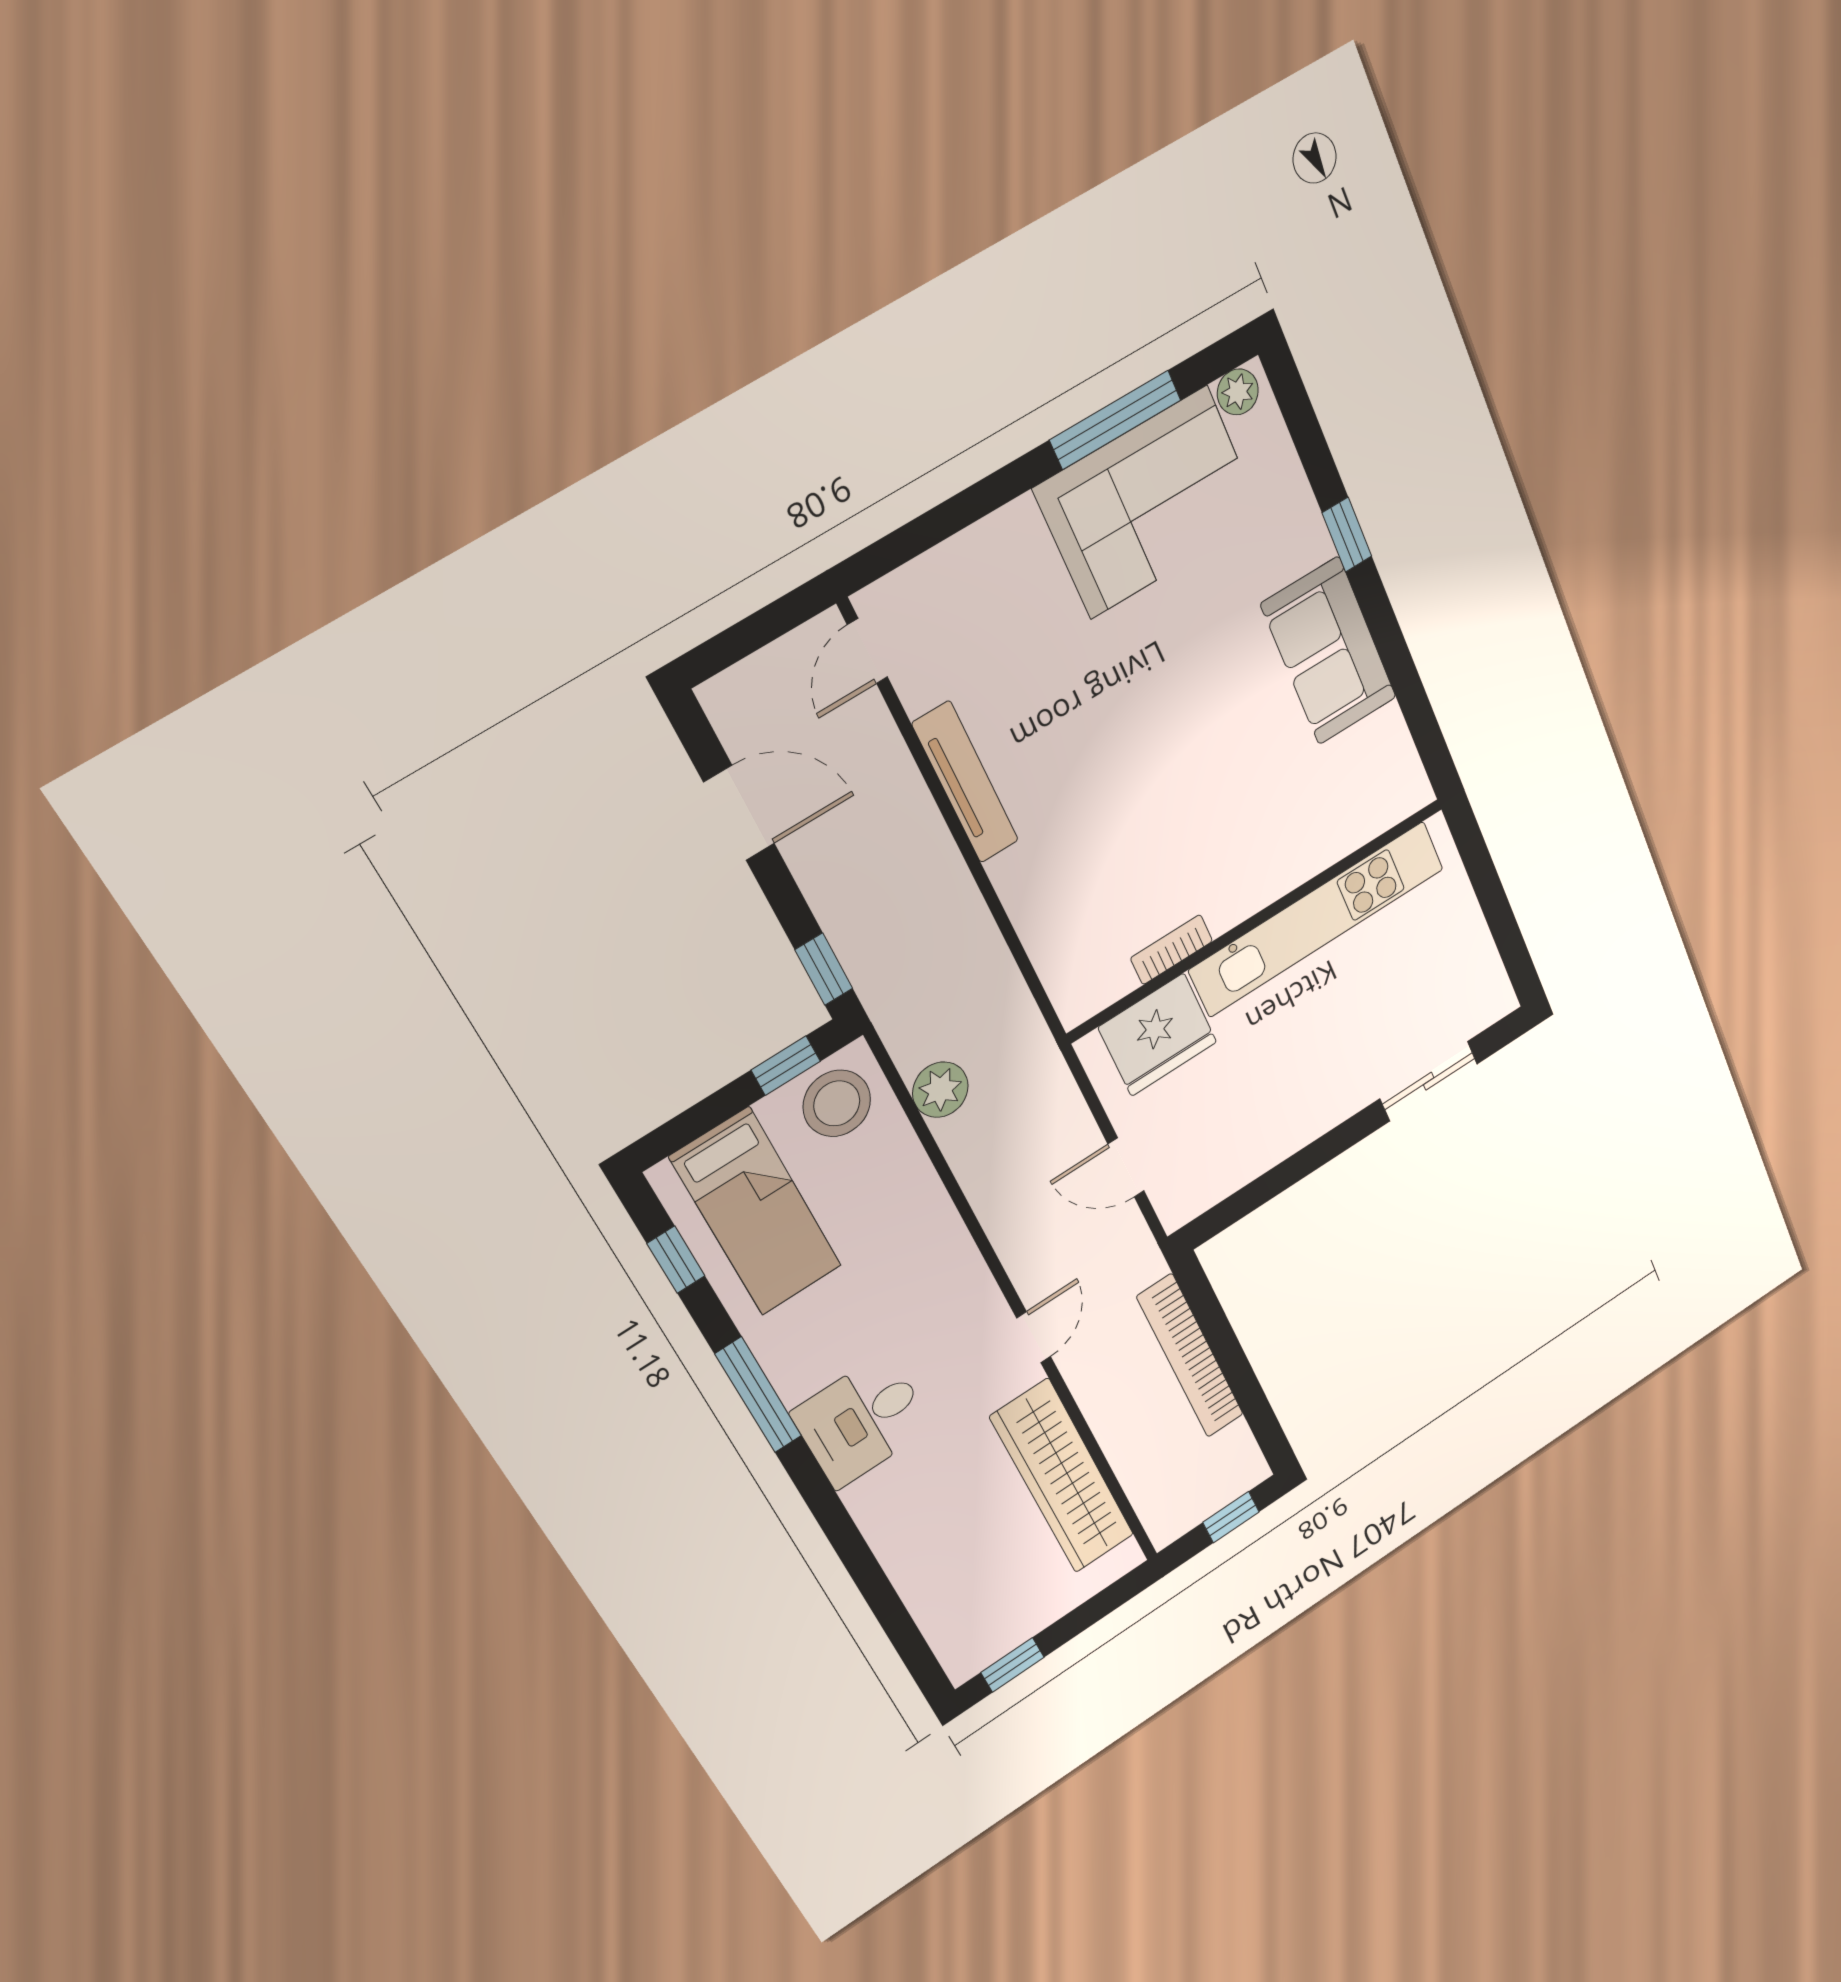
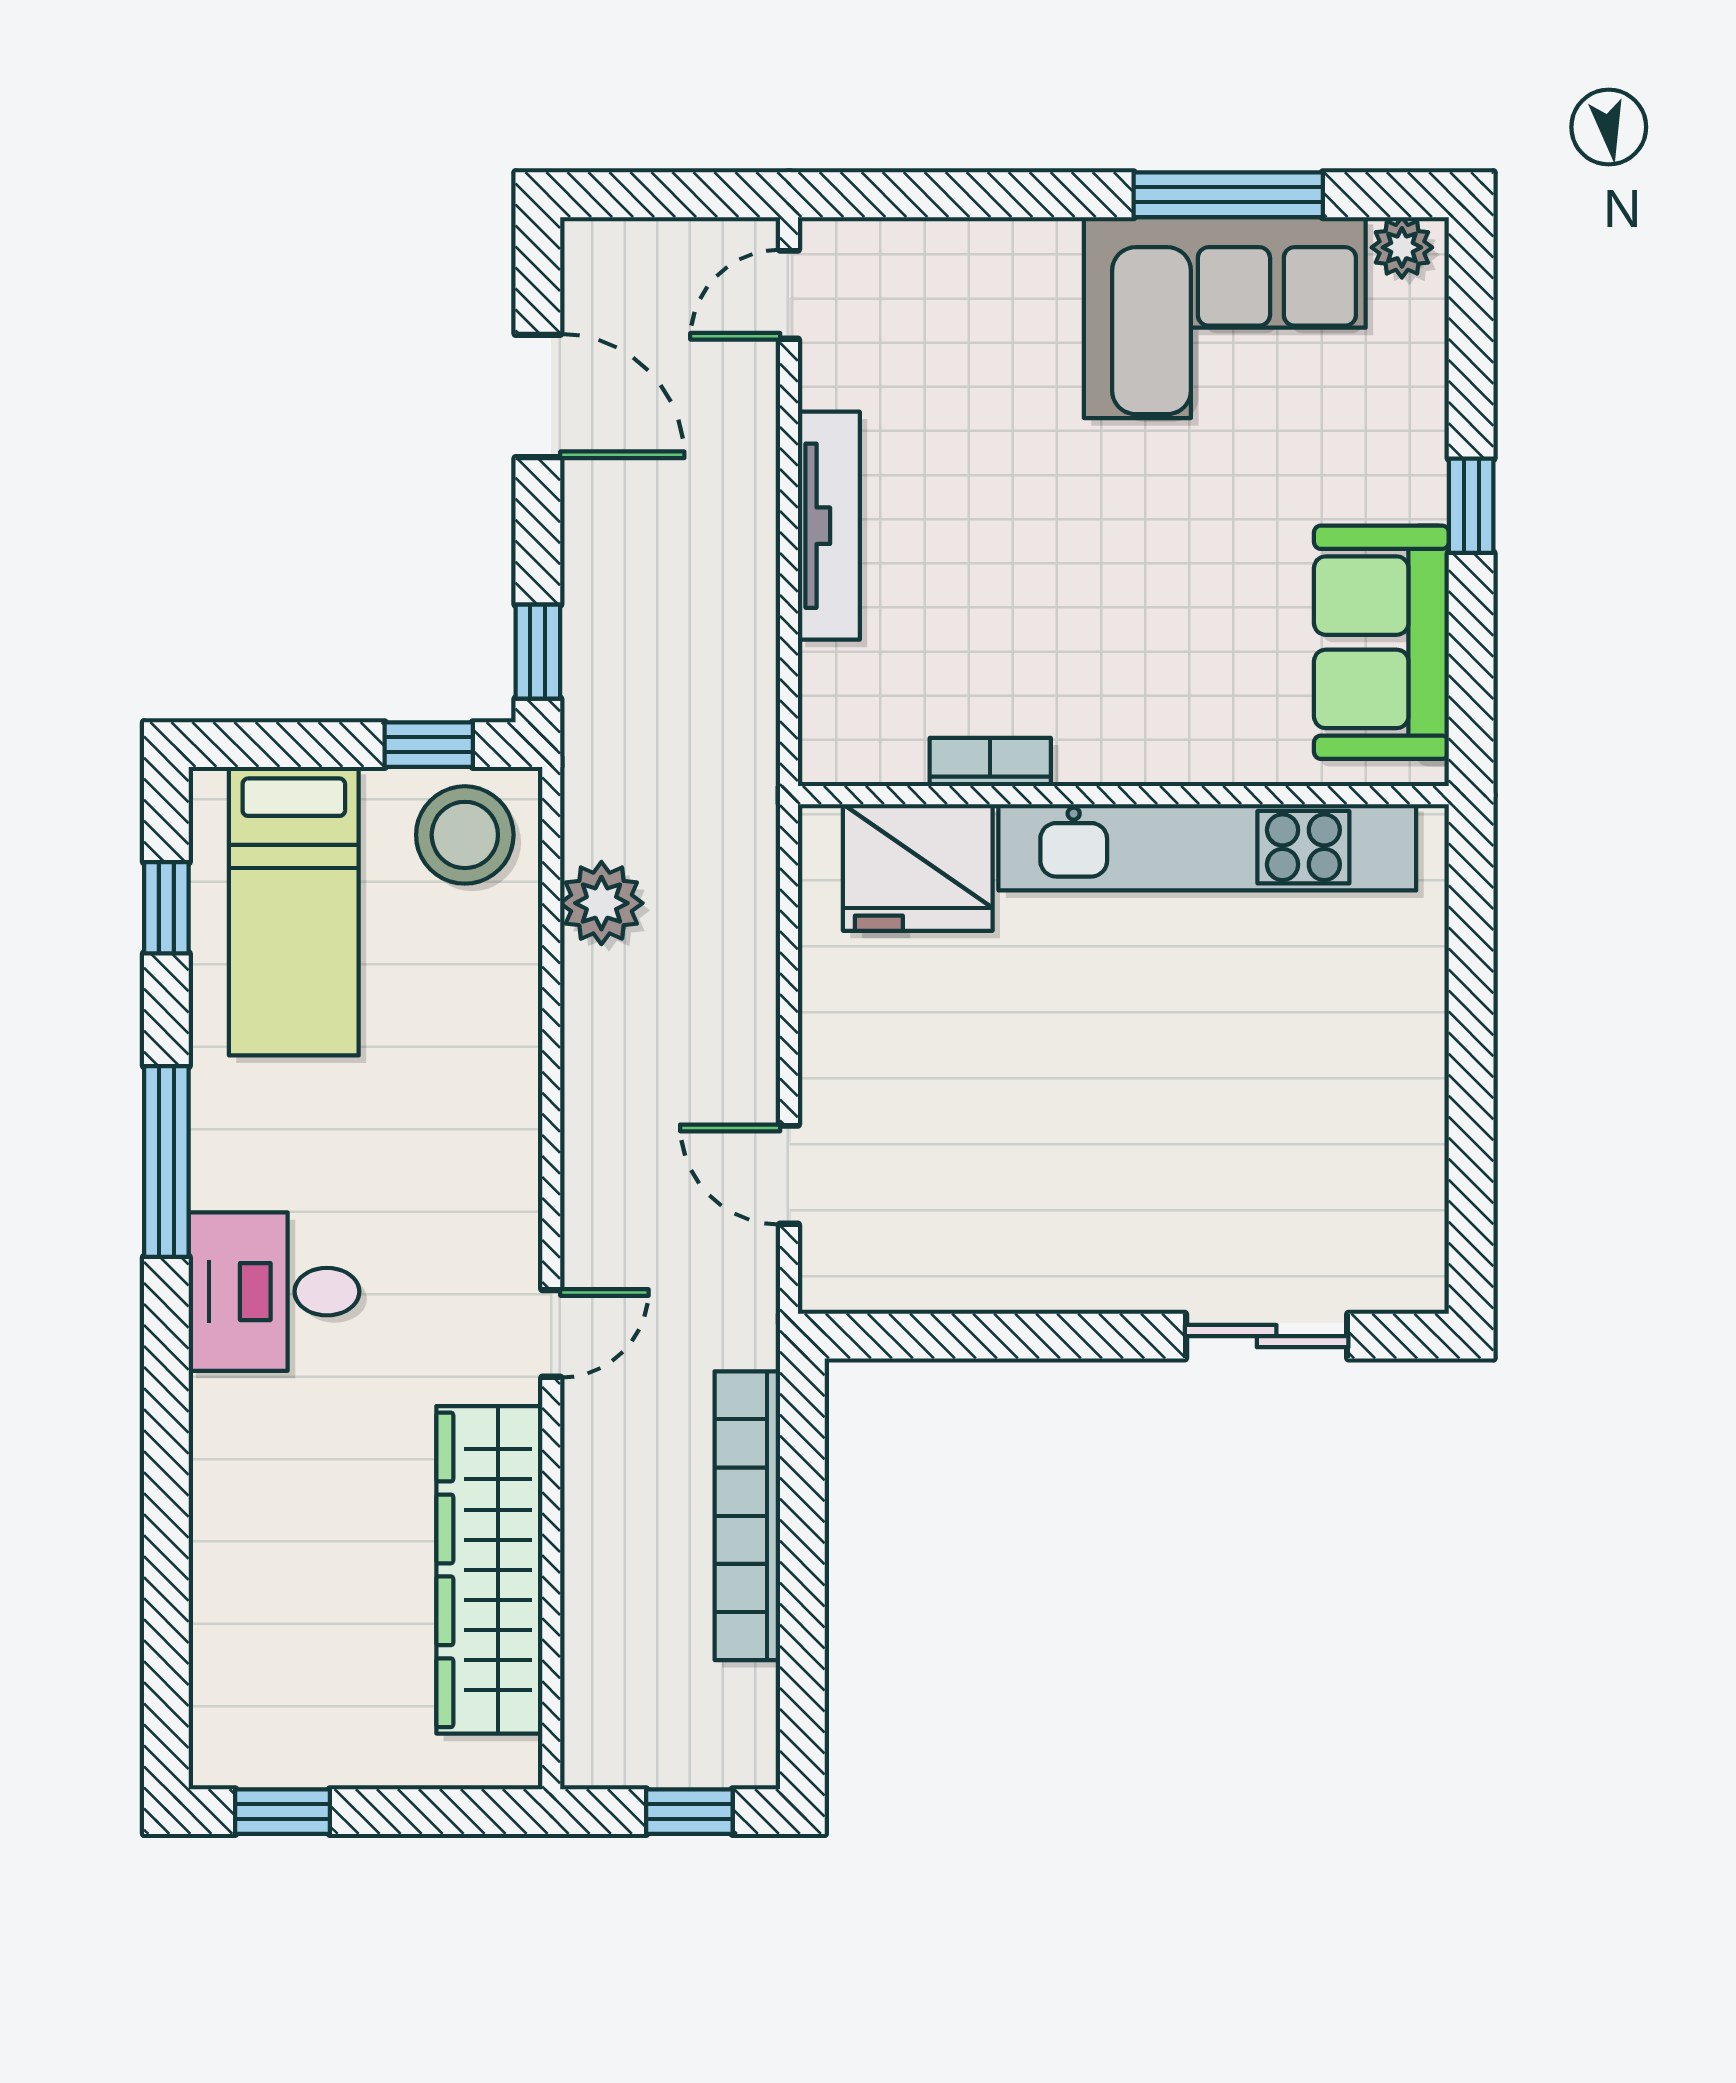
kitchen unit: (1317, 919) -> (1207, 847), moved
wall: (1257, 920) -> (1123, 795), moved
bookcase: (1172, 950) -> (990, 762), moved
fridge: (1158, 1035) -> (918, 867), moved

